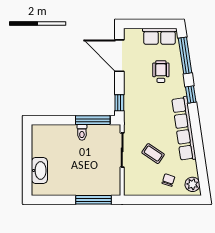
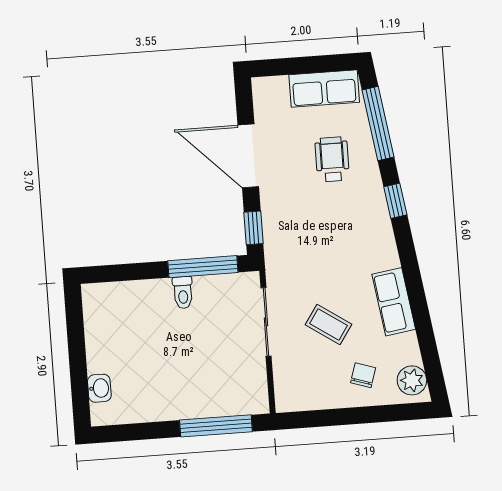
door: (119, 56) -> (248, 156), moved
row of seats: (184, 129) -> (394, 302), width x0.50
washbasin: (39, 170) -> (99, 388), width x0.52, depth x0.69

